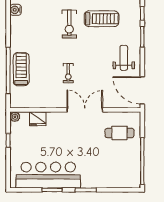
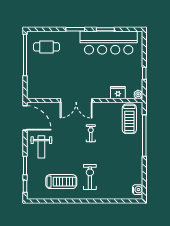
treadmill: (101, 19) -> (61, 182), turned 180
treadmill: (21, 69) -> (129, 119), moved
cafe table: (119, 133) -> (47, 47), moved

